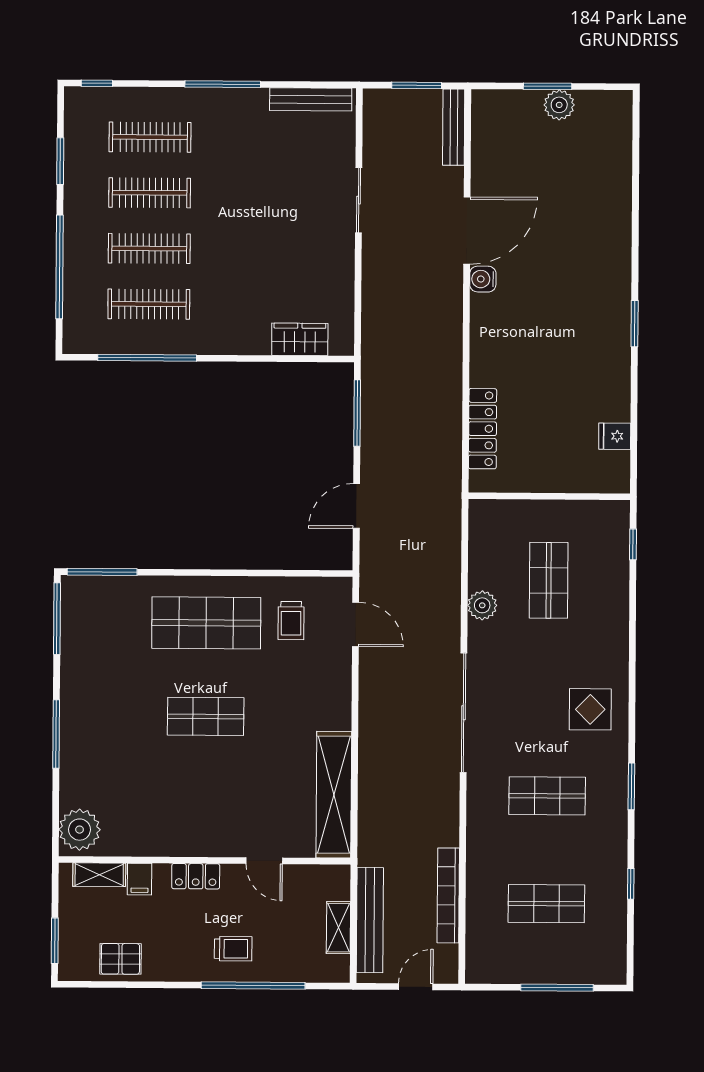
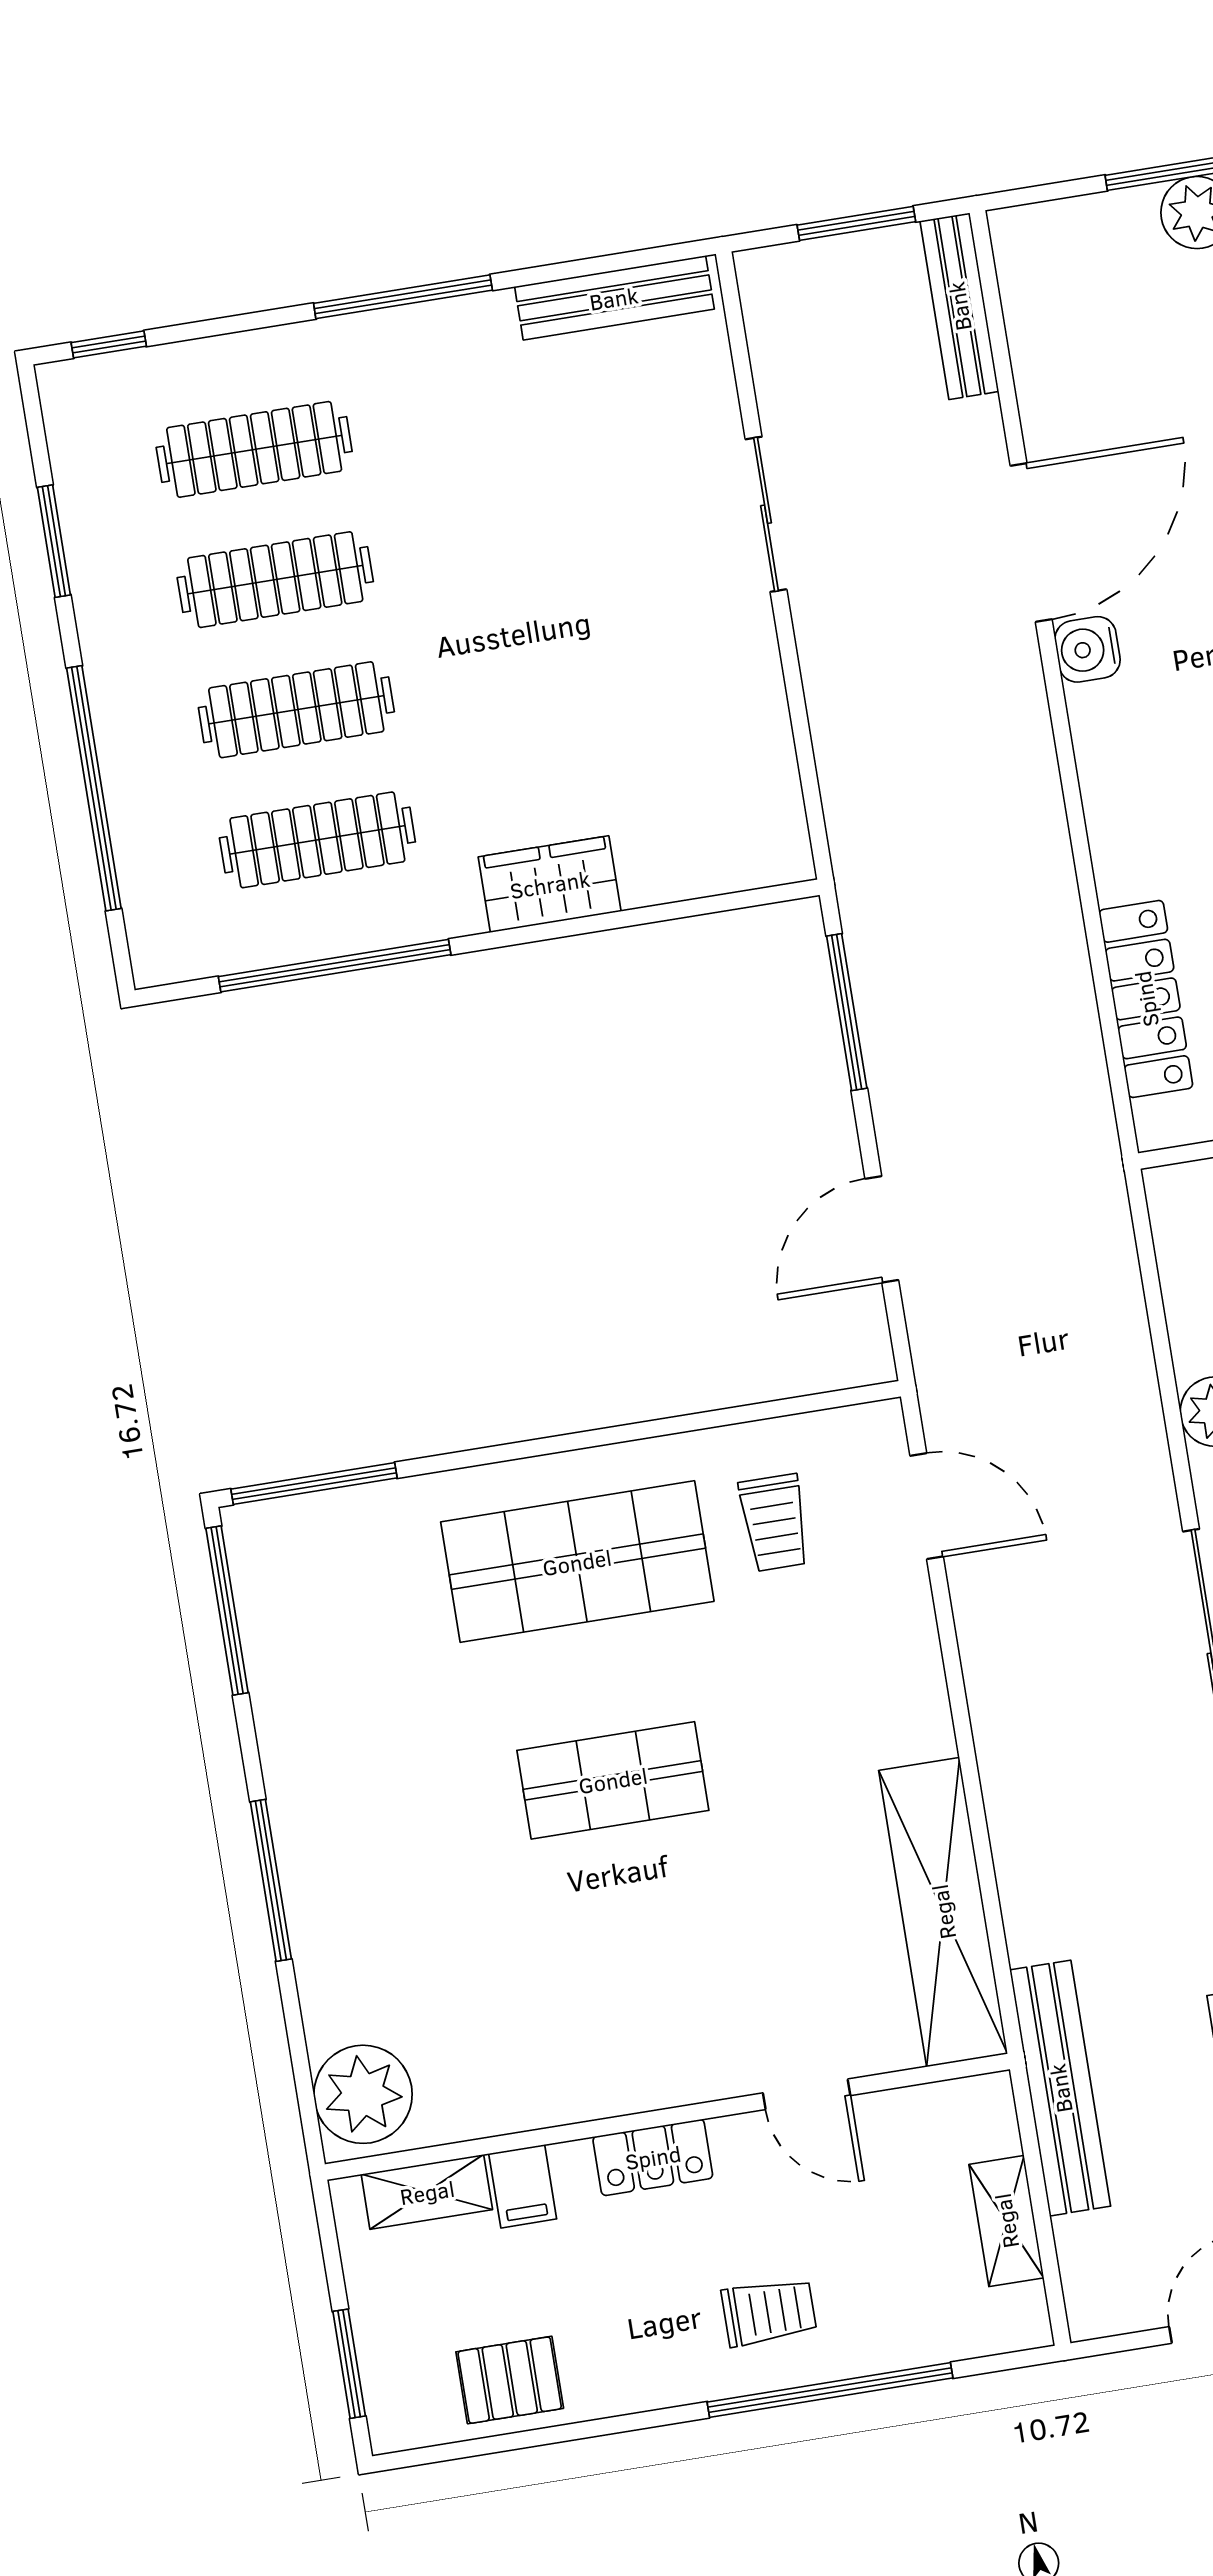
wardrobe: (300, 339) -> (550, 884), moved
bench: (370, 920) -> (1060, 2088), moved

